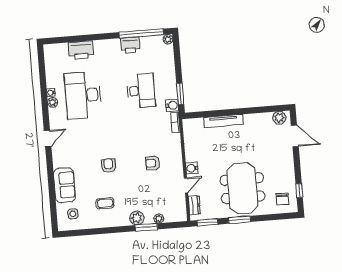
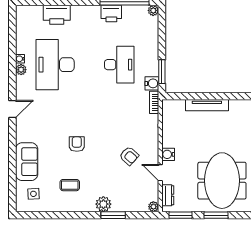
armchair: (153, 163) -> (129, 156), moved, turned -138
door: (186, 185) -> (160, 173), swing flipped
plant: (159, 219) -> (153, 207), moved

